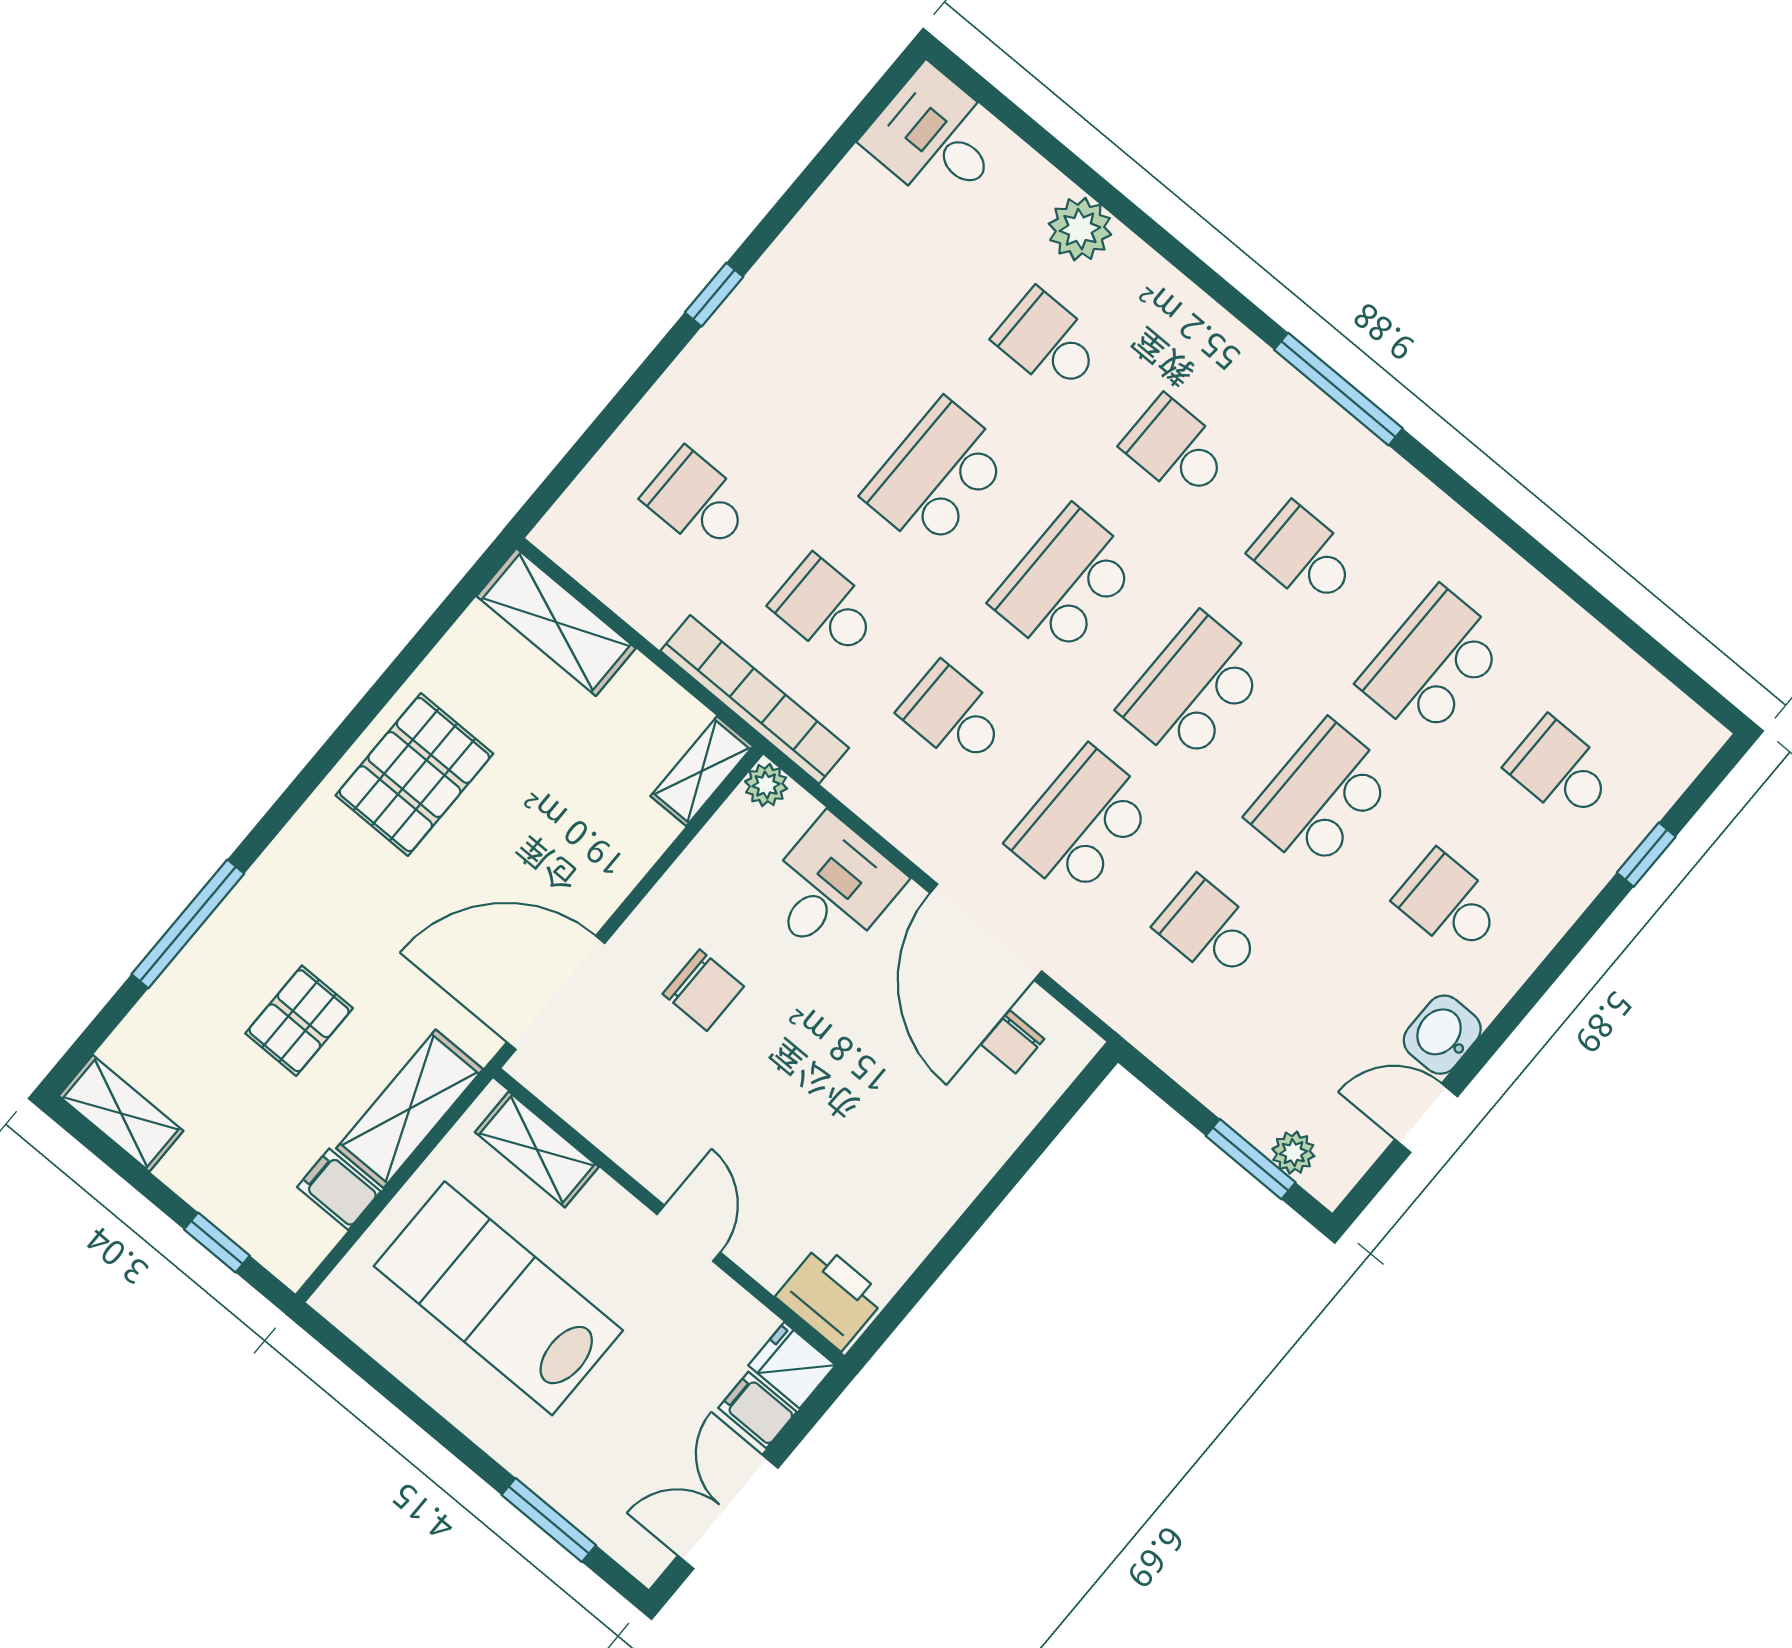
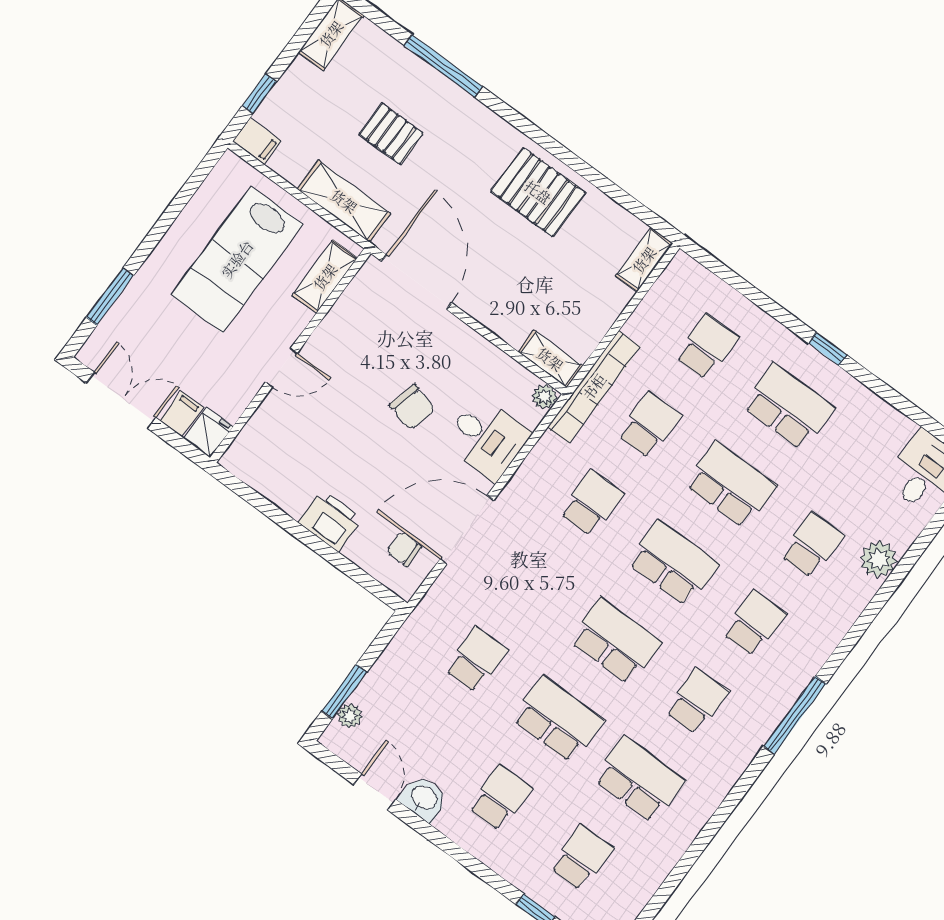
shelving: (556, 622) -> (644, 260), width x0.67, depth x0.75
school desk: (1082, 823) -> (788, 407), moved
chair: (703, 990) -> (412, 407), moved, turned -75
filing cabinet: (339, 1189) -> (257, 141), moved, turned 90
printer: (831, 1297) -> (330, 520), moved, turned -90
lab bench: (498, 1298) -> (237, 259), turned 180

